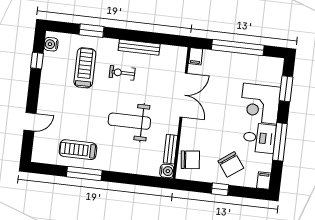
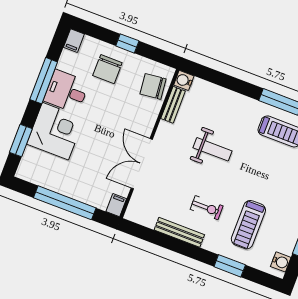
weight bench: (129, 121) -> (212, 149), width x0.73, depth x0.75
chair: (231, 164) -> (107, 69), turned -144

